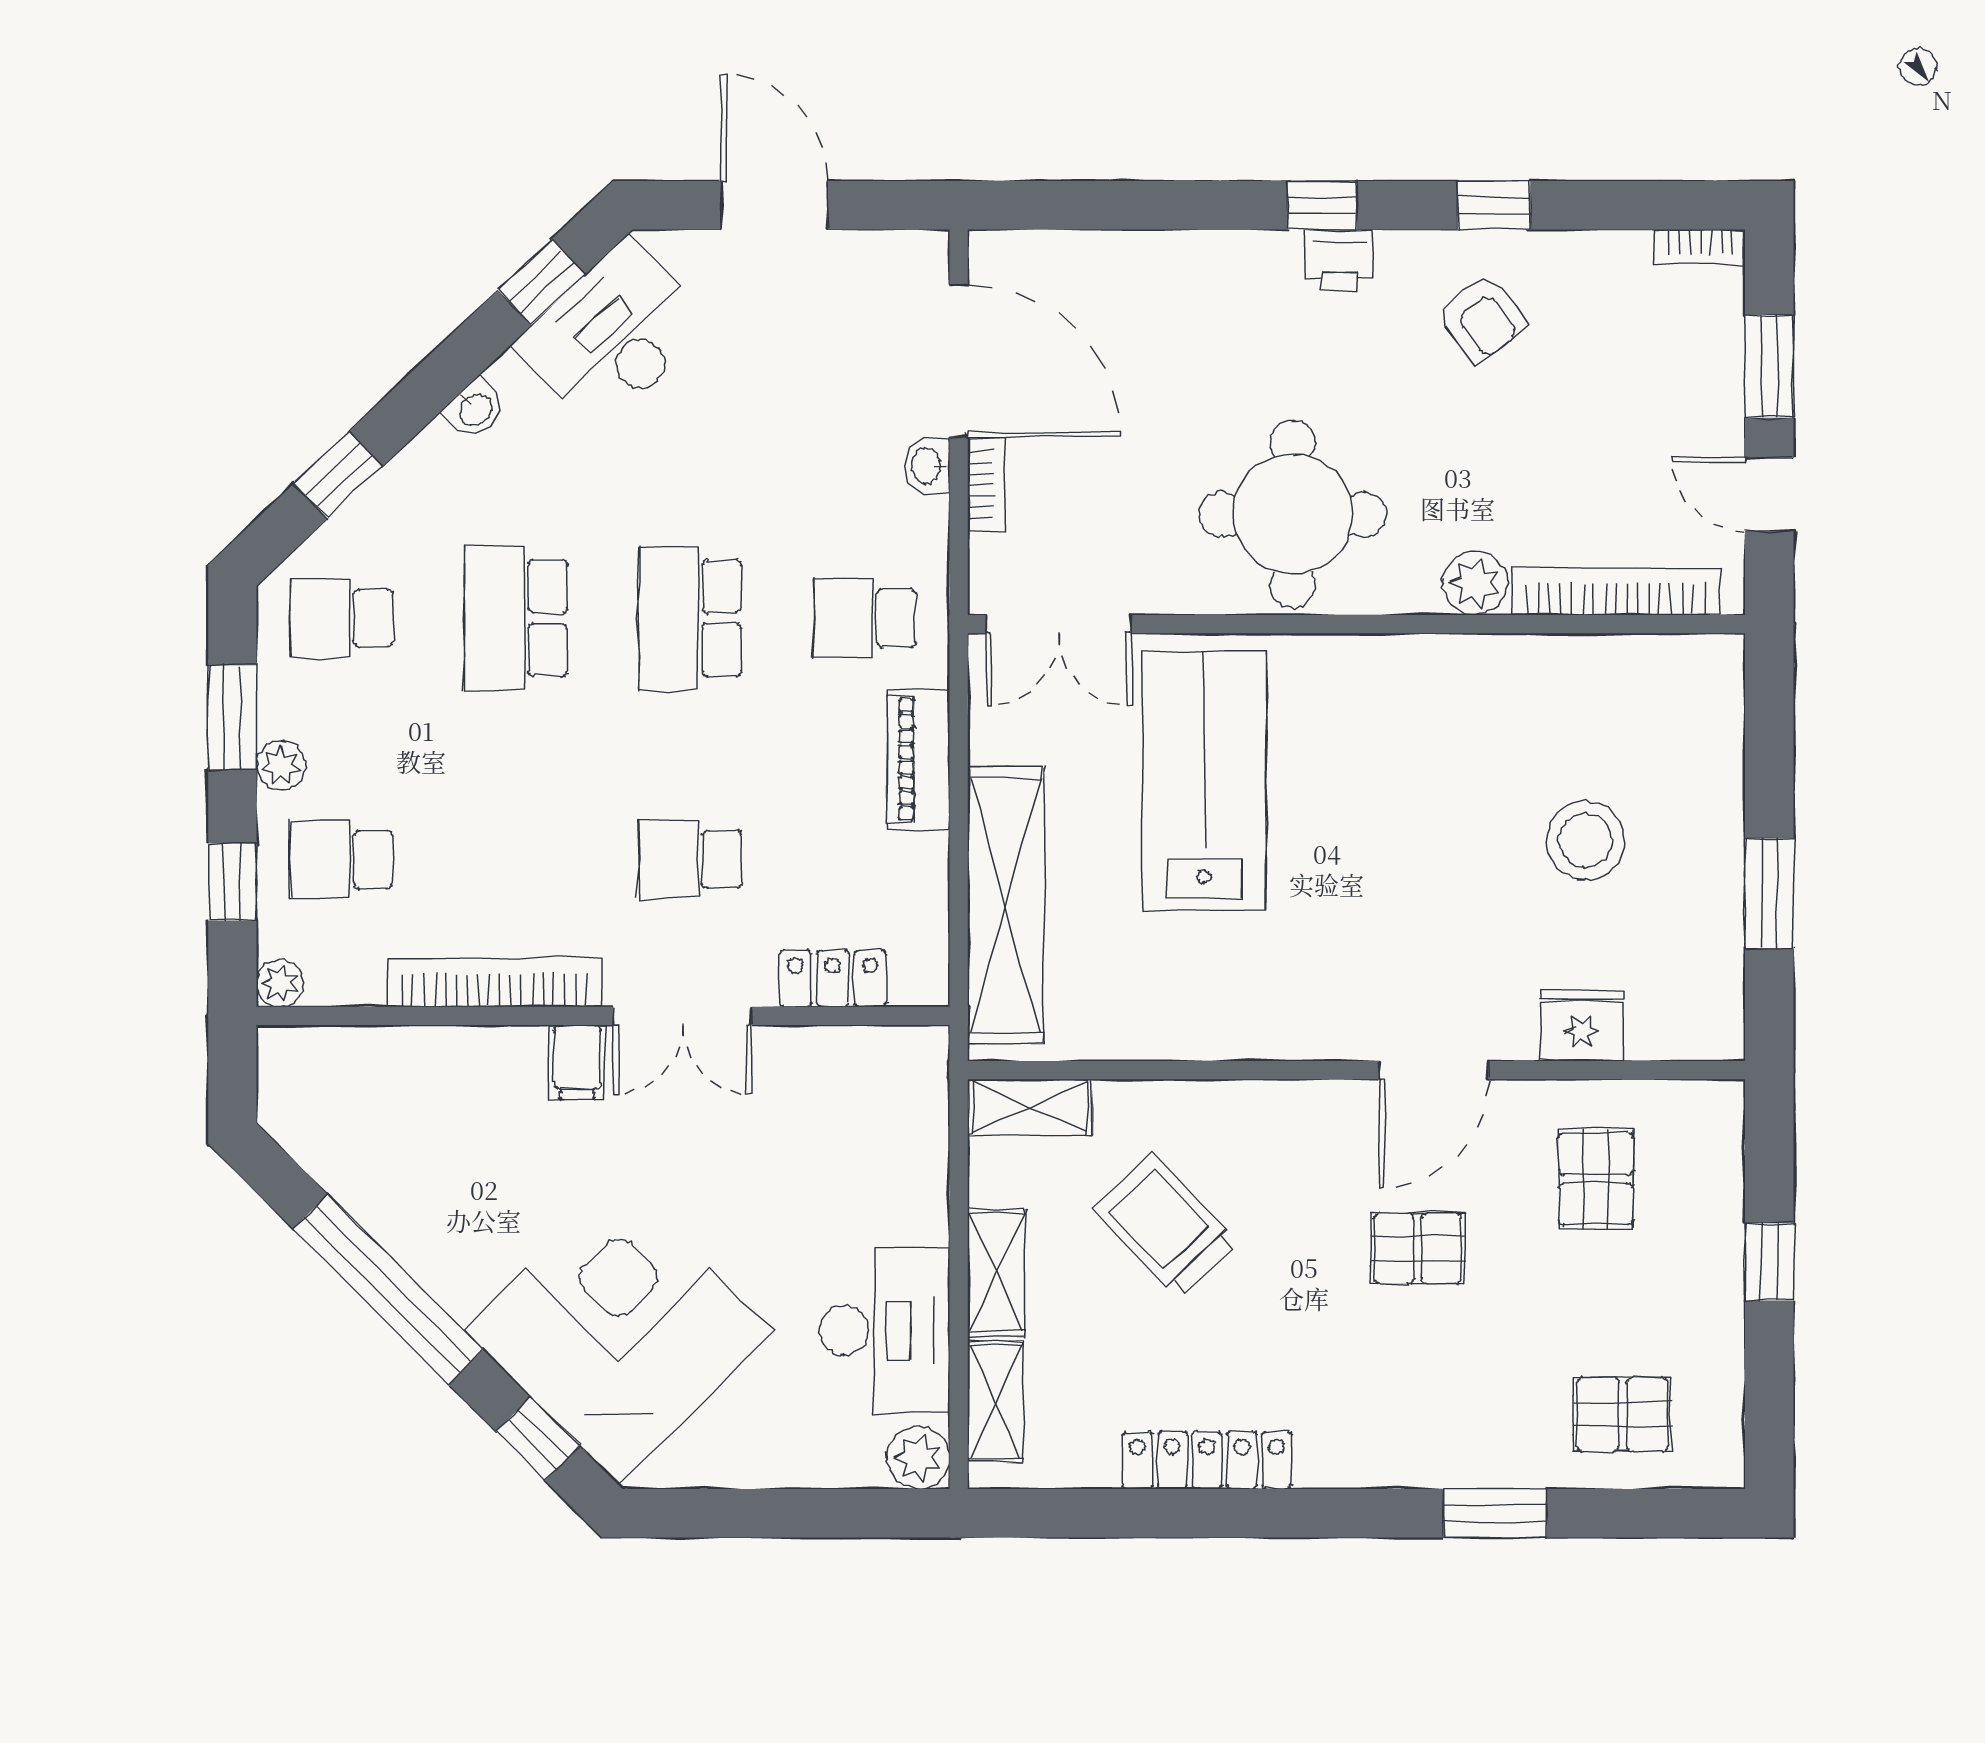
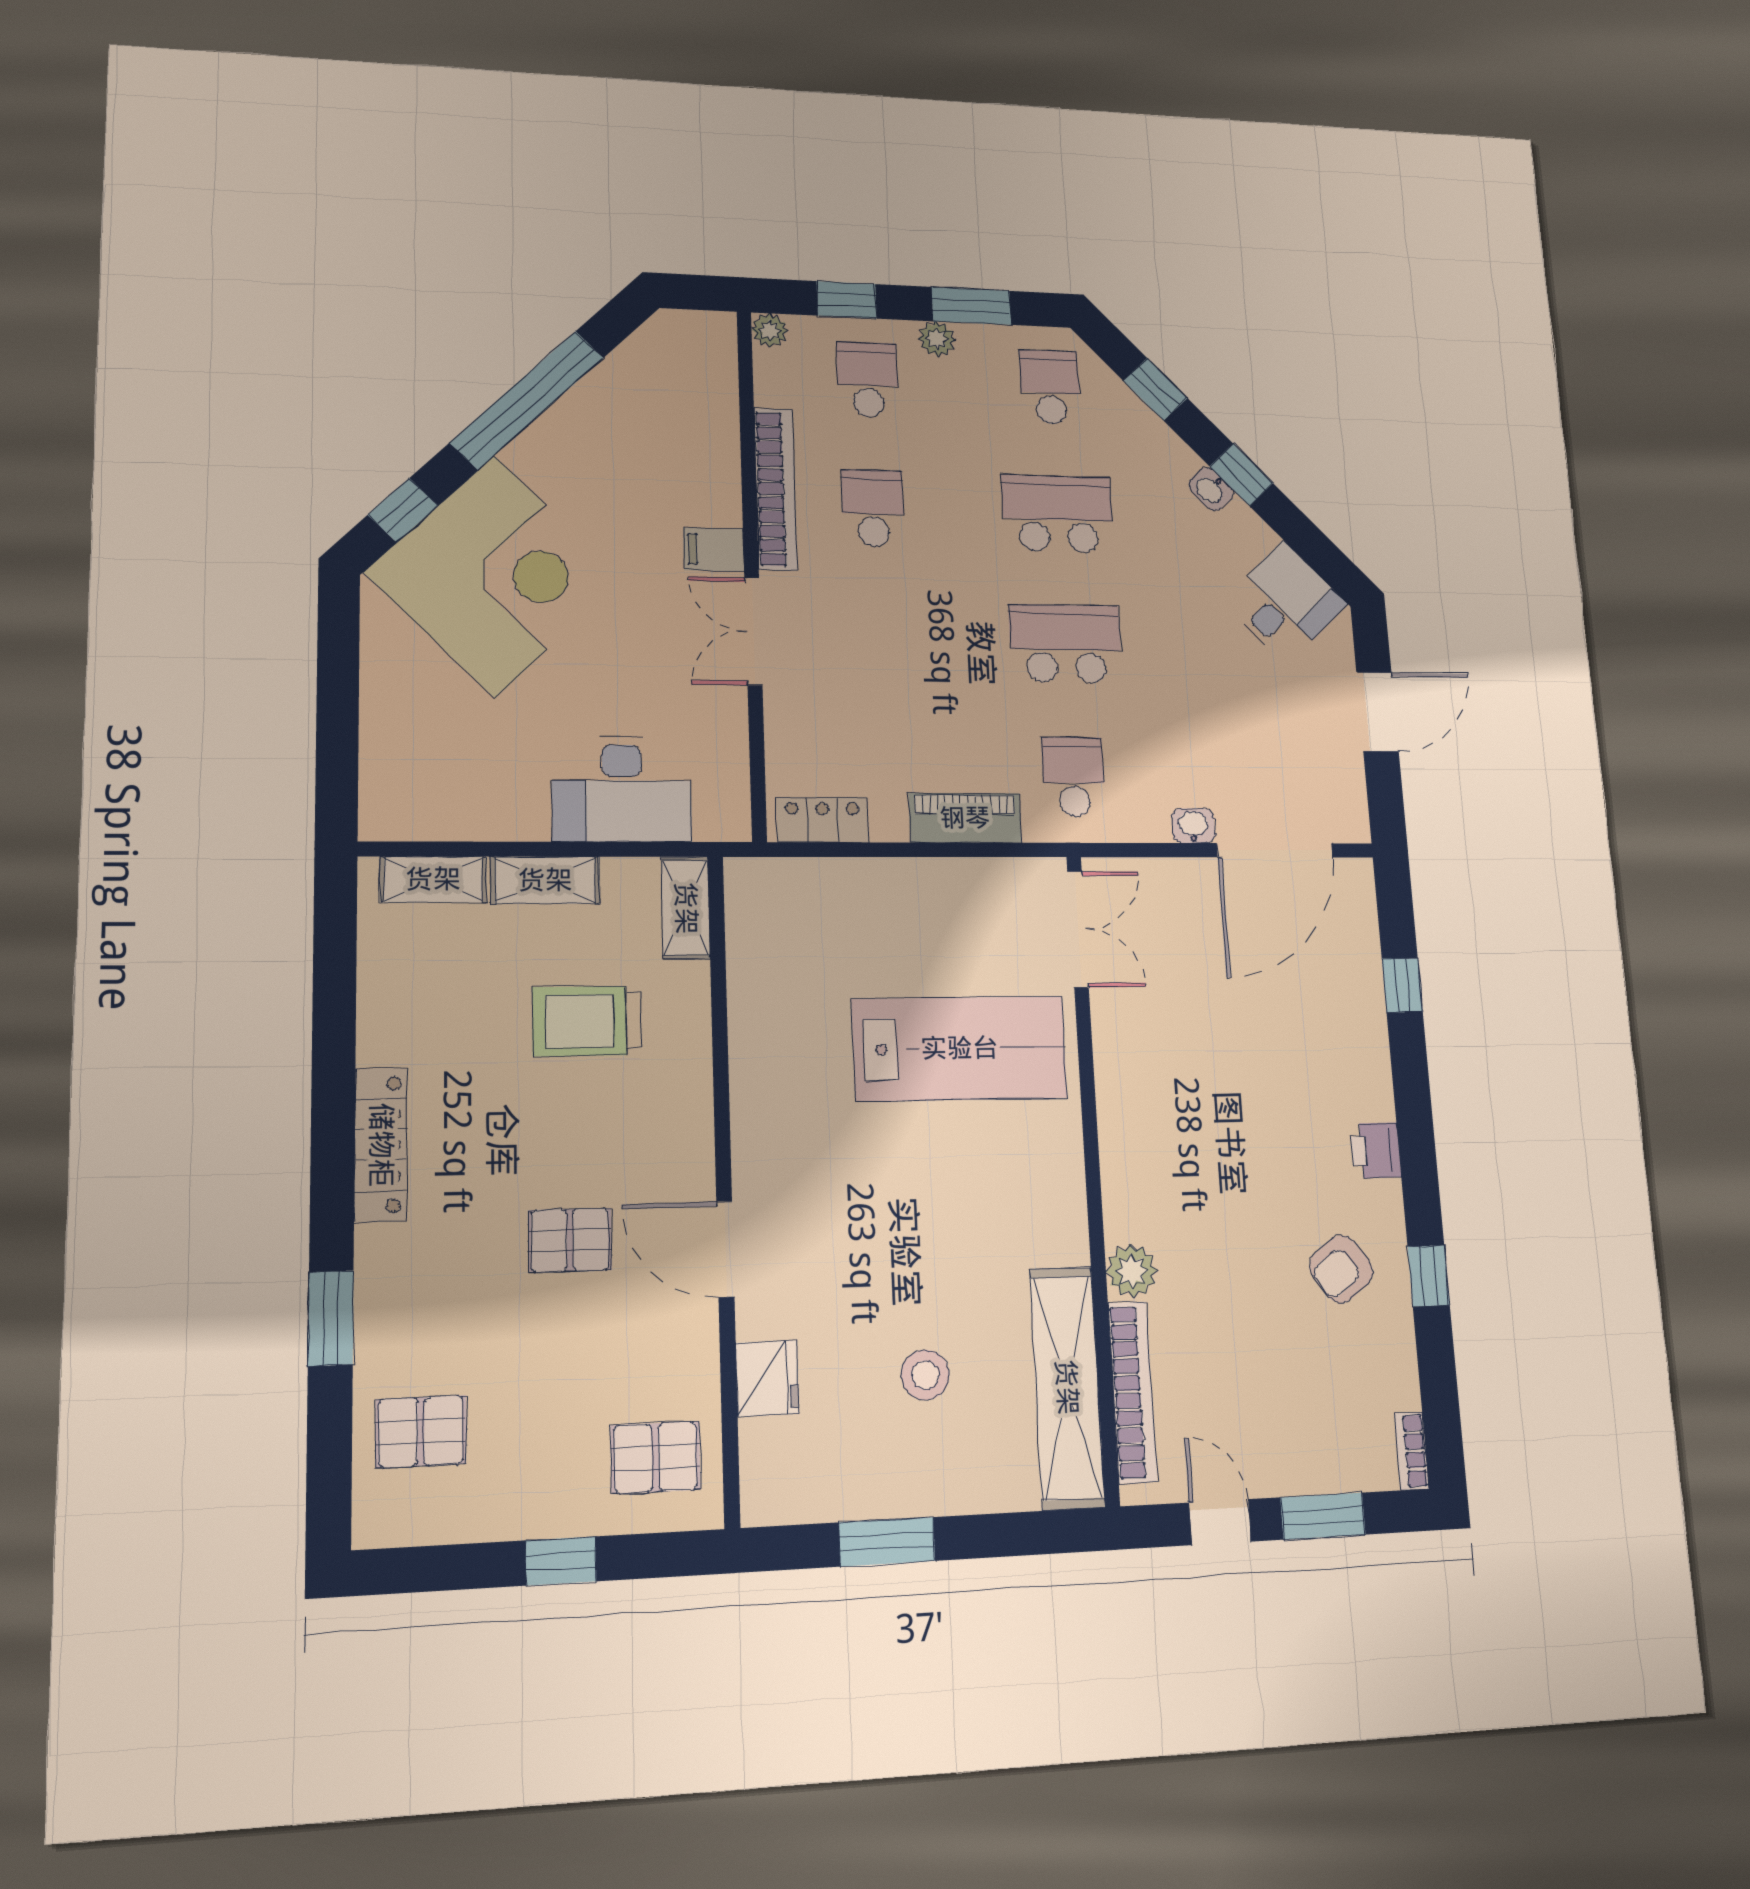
window: (1322, 205) -> (1402, 985), moved
window: (541, 282) -> (1241, 475), moved
desk: (613, 335) -> (1285, 603), width x0.73
bookcase: (986, 485) -> (1182, 872), removed
door: (1769, 495) -> (1220, 1522), hinge flipped
round table: (1293, 514) -> (1176, 1117), removed
double door: (1059, 624) -> (1078, 929), swing flipped
stool: (1586, 840) -> (925, 1375), width x0.73, depth x0.73
school desk: (690, 859) -> (873, 508), moved
shelving: (1005, 905) -> (1067, 1387), moved, turned 90
locker: (833, 979) -> (822, 820), moved, turned -90
pallet: (1596, 1179) -> (655, 1457), moved
trolley: (1165, 1225) -> (587, 1021), turned -137
pallet: (1418, 1248) -> (570, 1240), turned 90
desk: (884, 1331) -> (622, 789), moved
pallet: (1622, 1415) -> (421, 1431), turned 90
plant: (918, 1458) -> (385, 816), removed
locker: (1207, 1460) -> (381, 1145), moved

